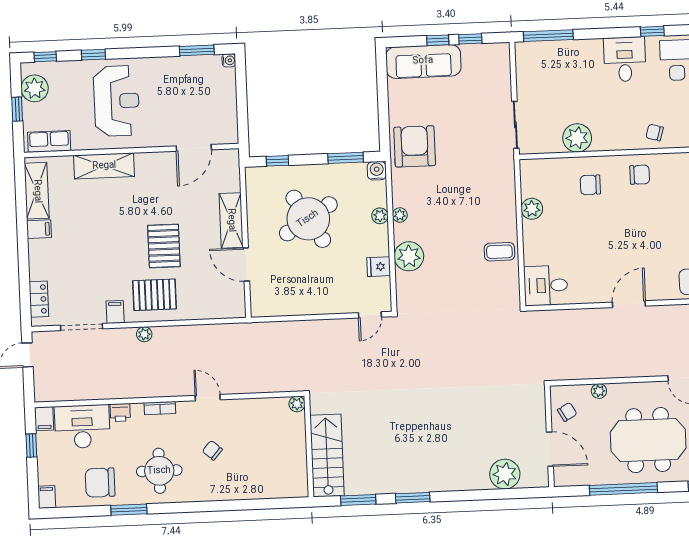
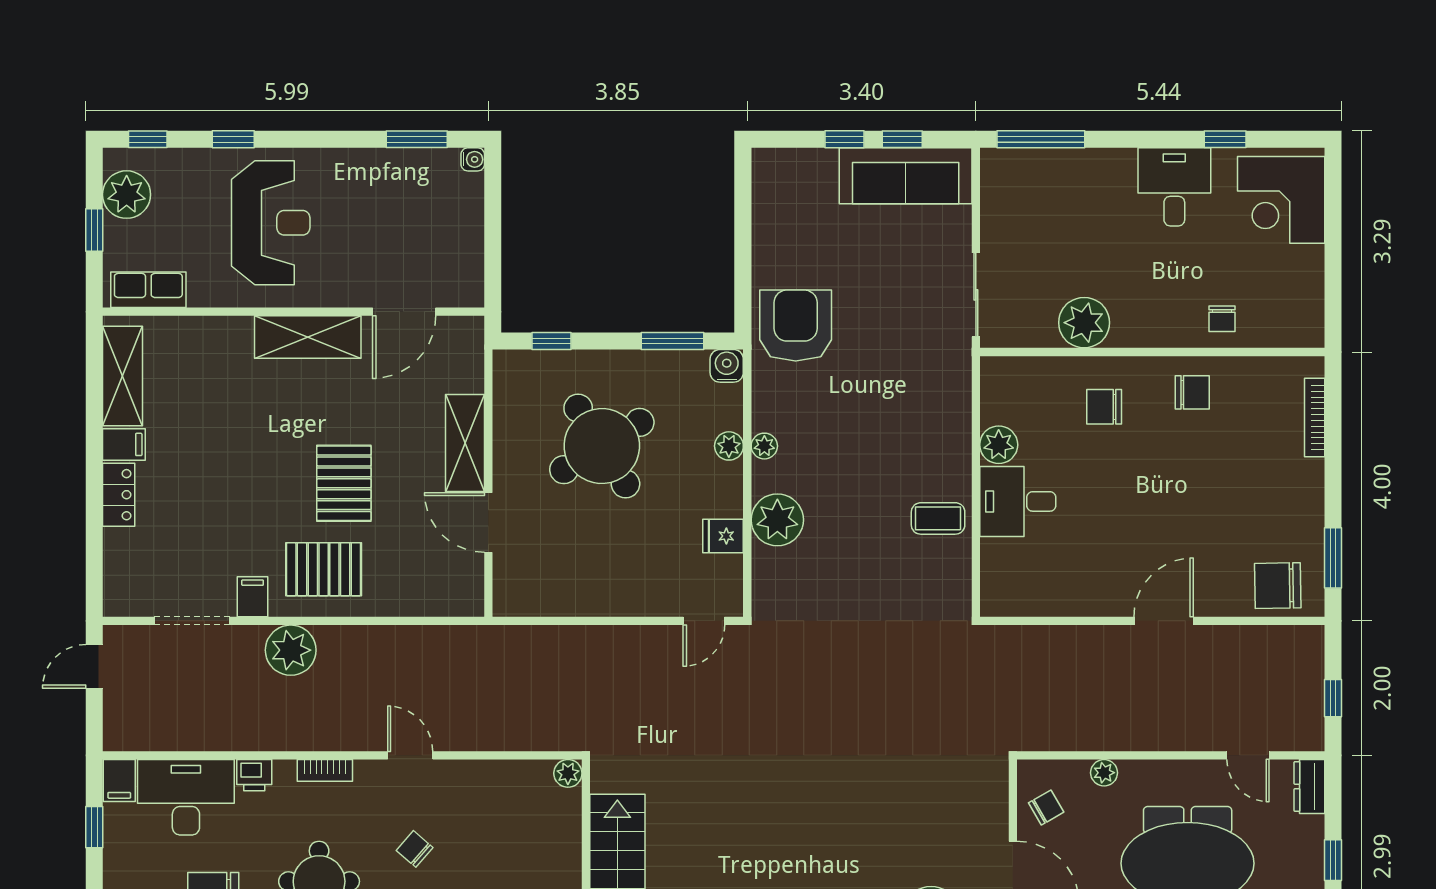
sofa: (423, 61) -> (906, 176), moved
chair: (655, 132) -> (1222, 319), turned -106
shelving: (104, 166) -> (308, 337), moved
desk: (546, 285) -> (1018, 501), moved
locker: (39, 299) -> (119, 495), moved
plant: (144, 334) -> (291, 650), width x1.88, depth x1.88

